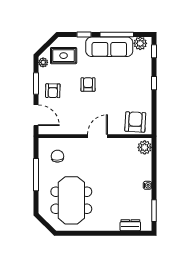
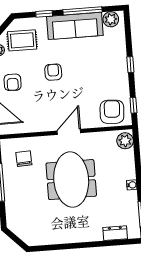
window: (154, 51) -> (133, 105), moved
meeting table: (71, 200) -> (71, 180), moved

